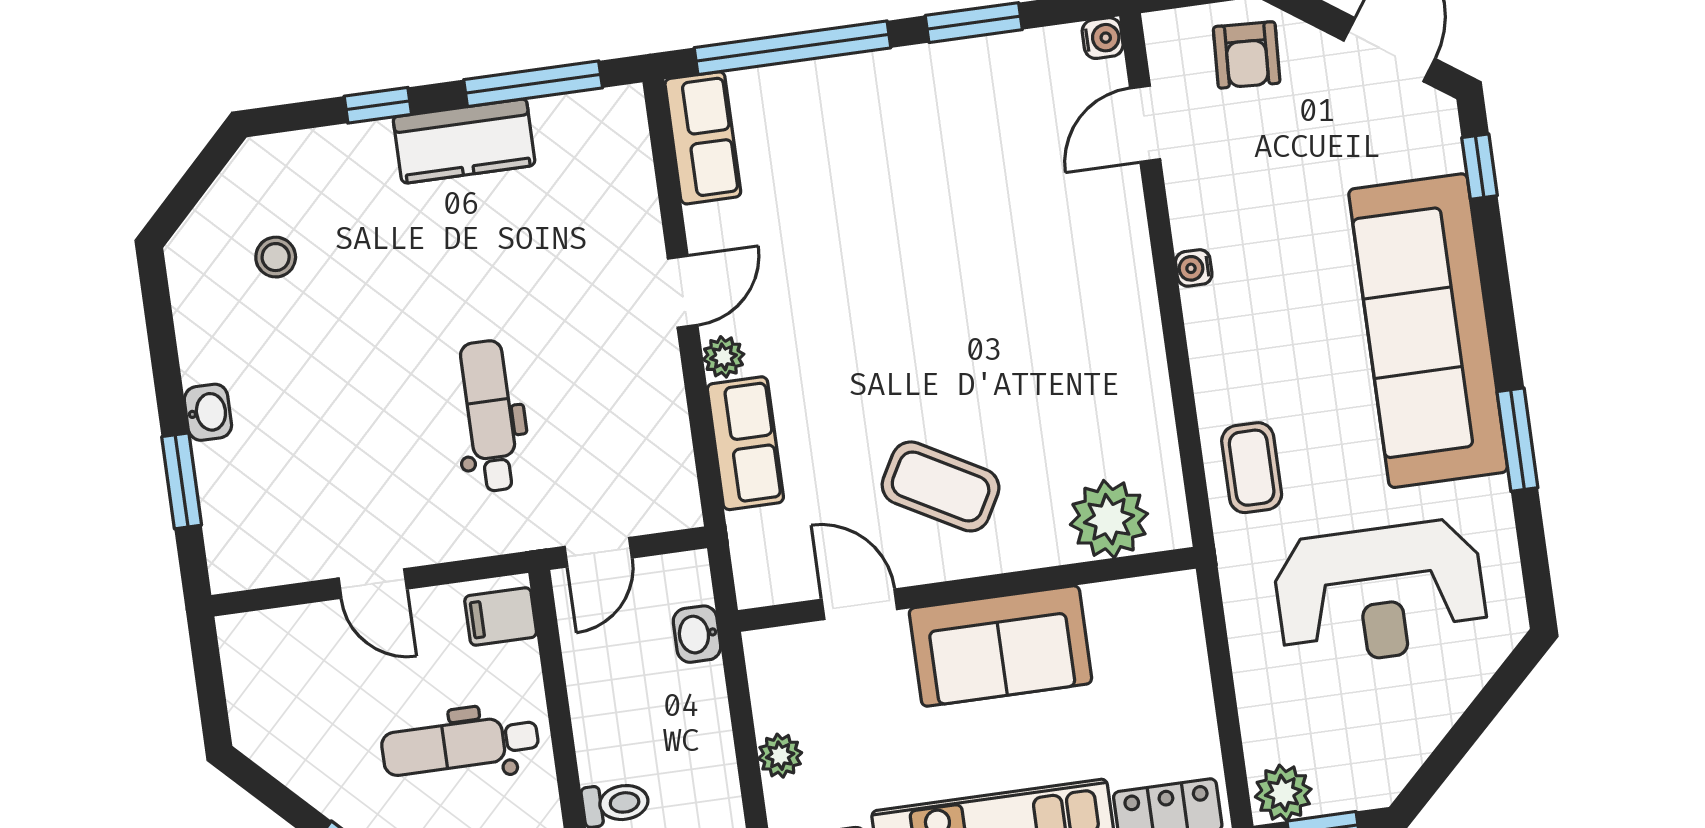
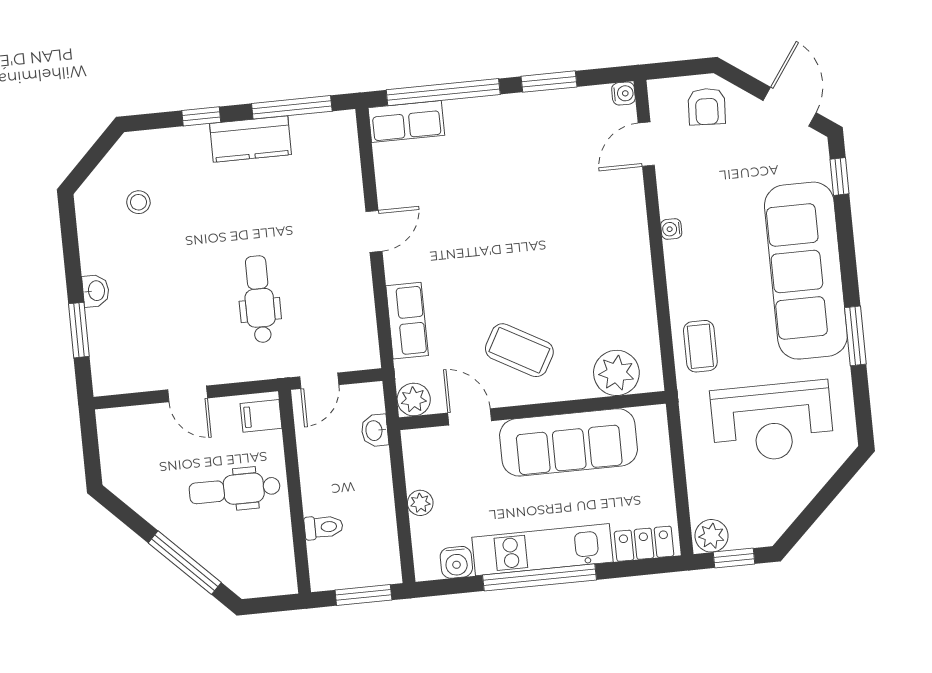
row of seats: (703, 138) -> (406, 122), moved, turned 90
plant: (723, 357) -> (414, 399), moved, width x1.38, depth x1.38
sofa: (1000, 646) -> (568, 442), width x1.36

